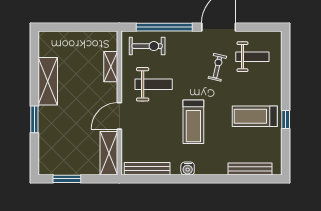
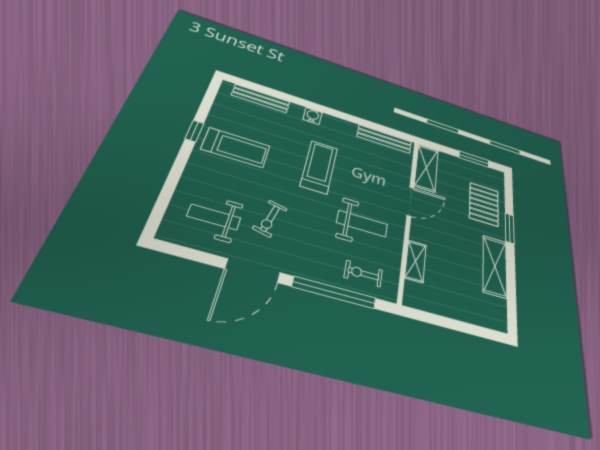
exercise bike: (147, 46) -> (363, 274), width x0.73, depth x0.72
weight bench: (154, 84) -> (362, 224), turned 180
pallet: (57, 135) -> (484, 204), added
water cooler: (188, 169) -> (313, 116), moved

